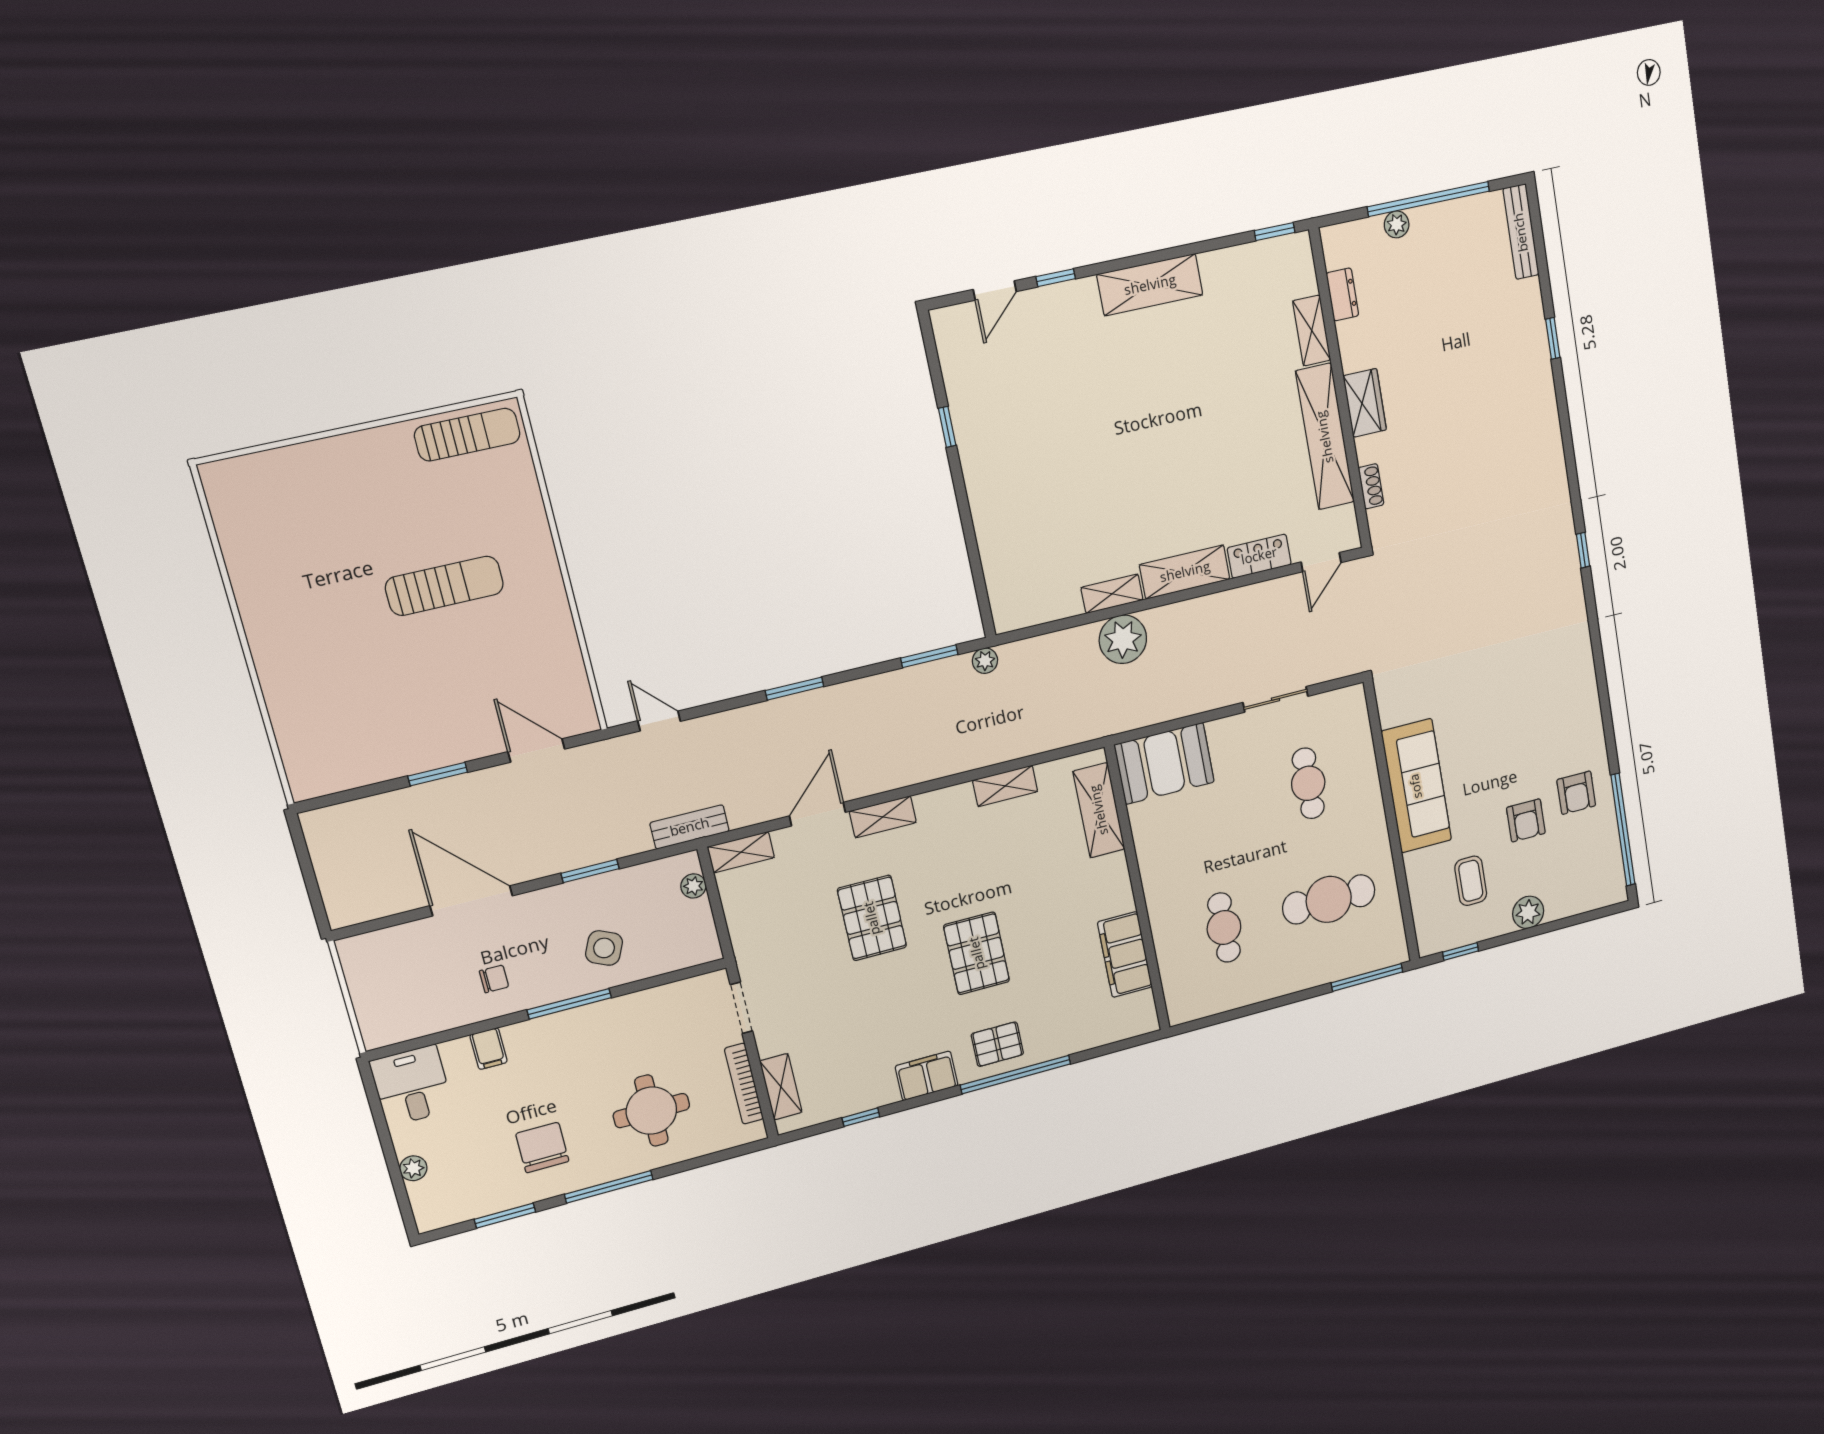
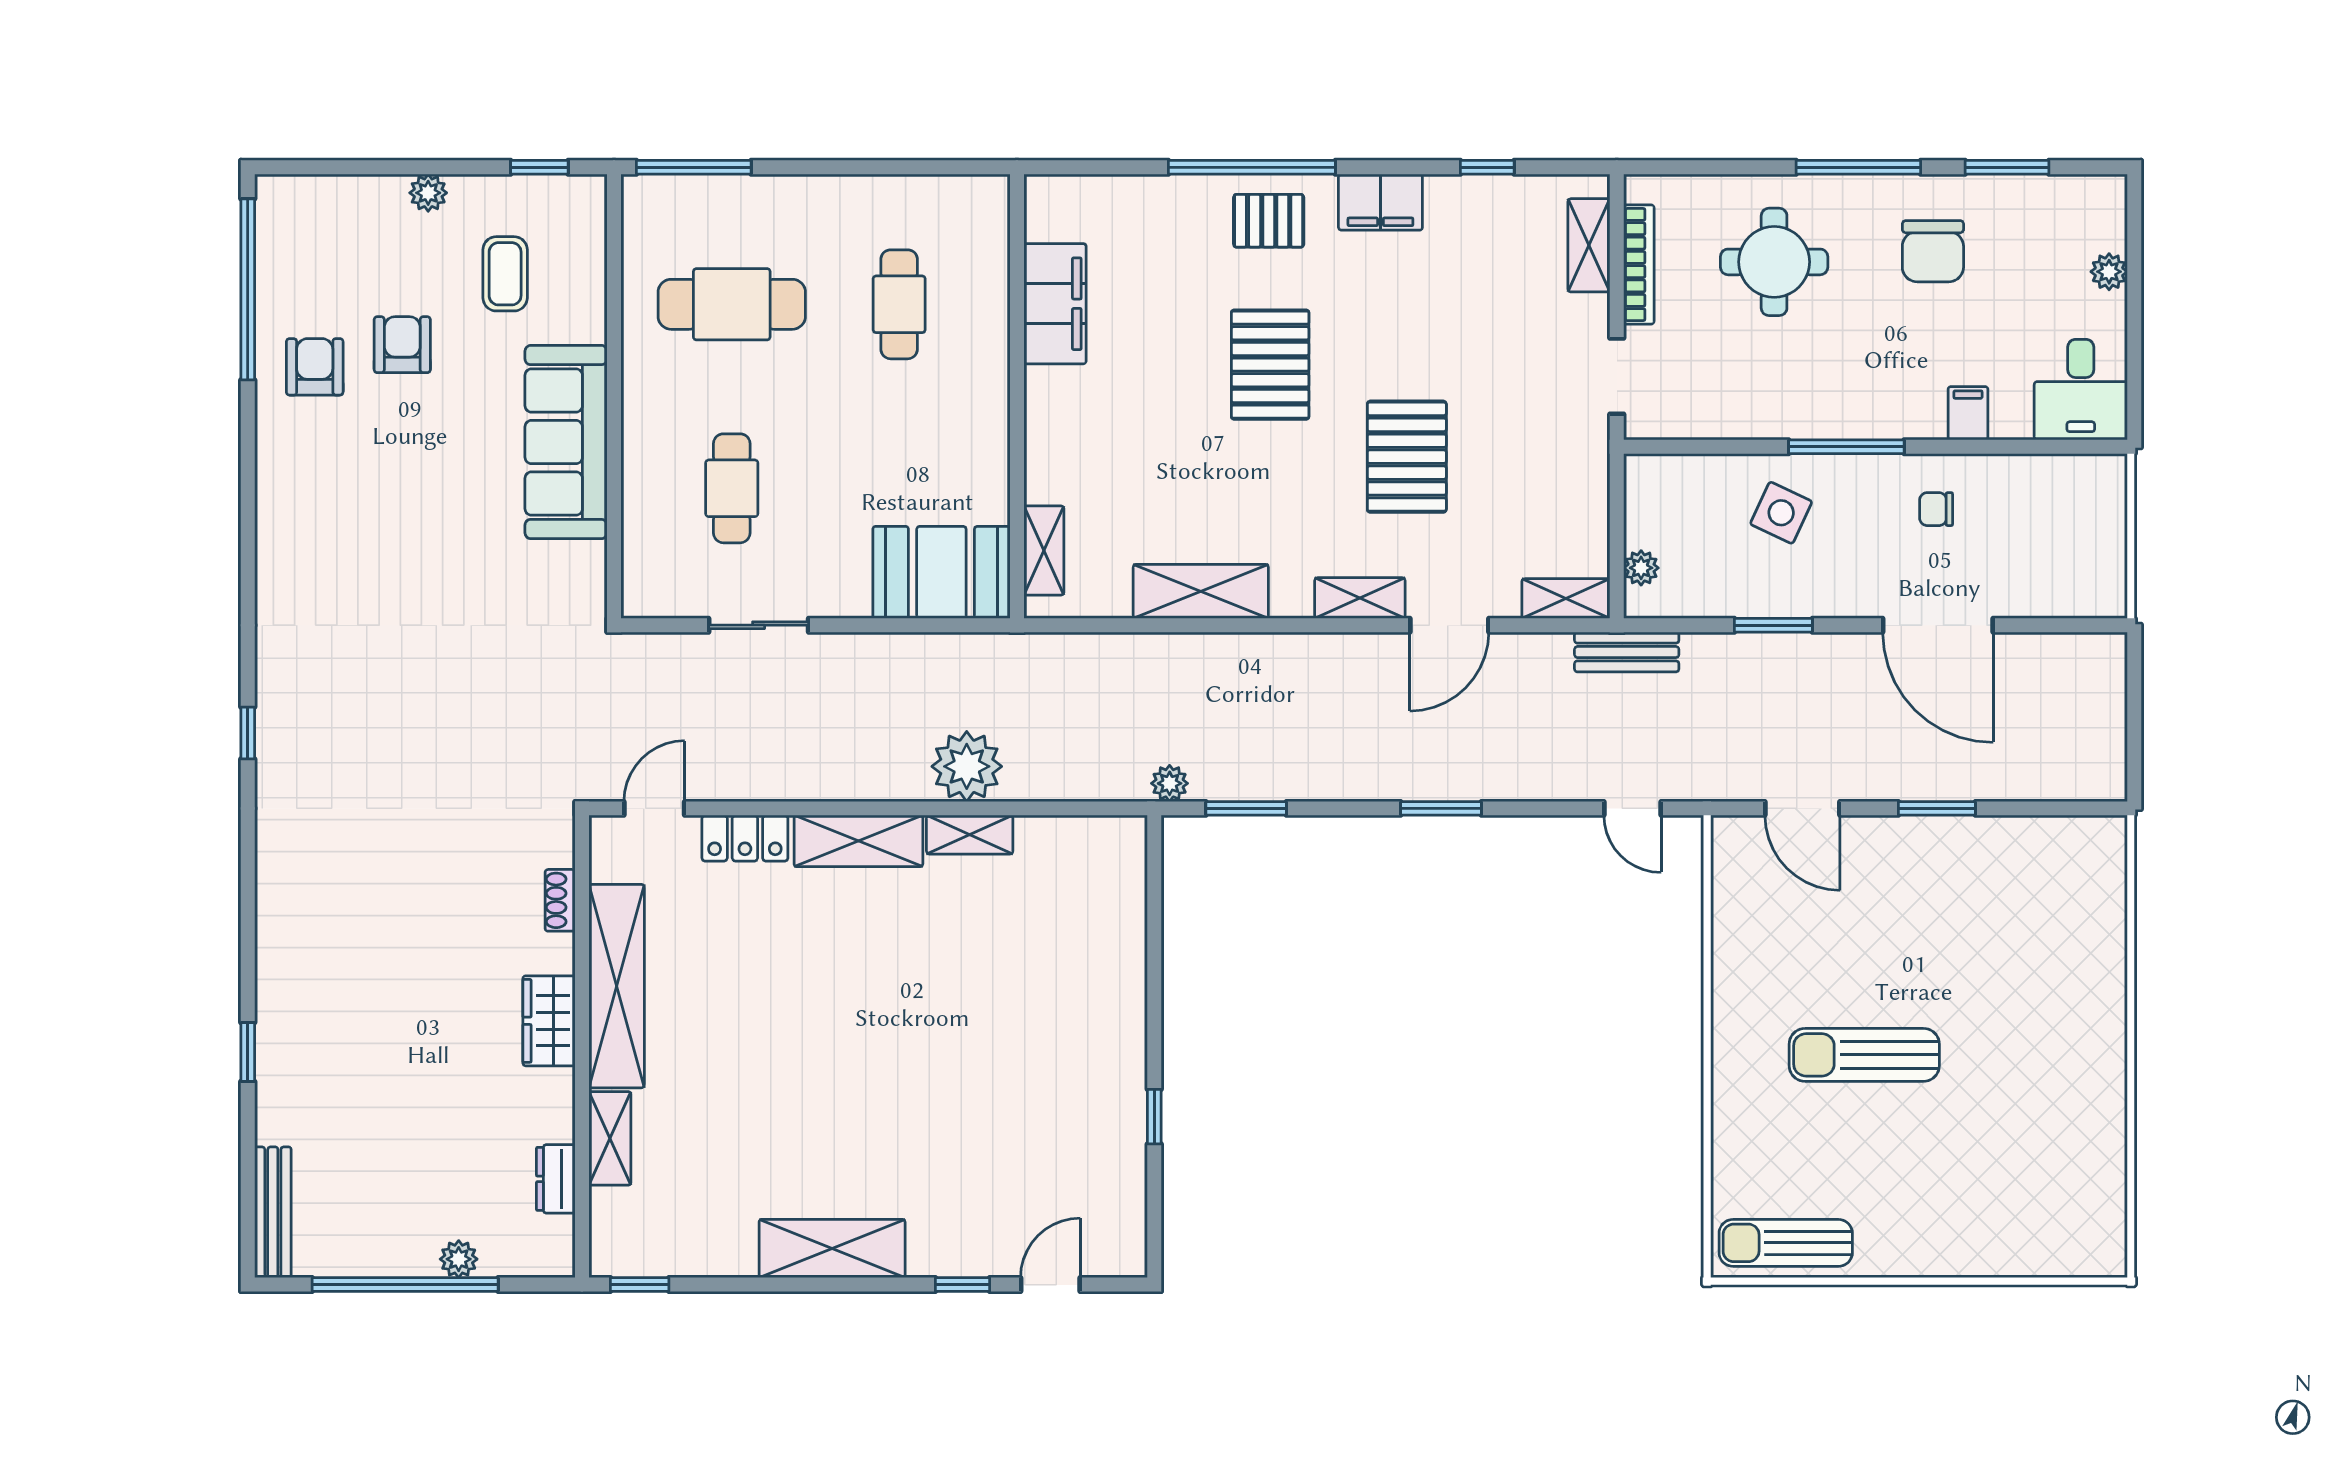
shelving: (1005, 786) -> (1201, 591), width x1.50, depth x1.33
shelving: (1099, 810) -> (1044, 550), width x0.67, depth x0.75
plant: (1528, 912) -> (428, 193), width x0.73, depth x0.73

